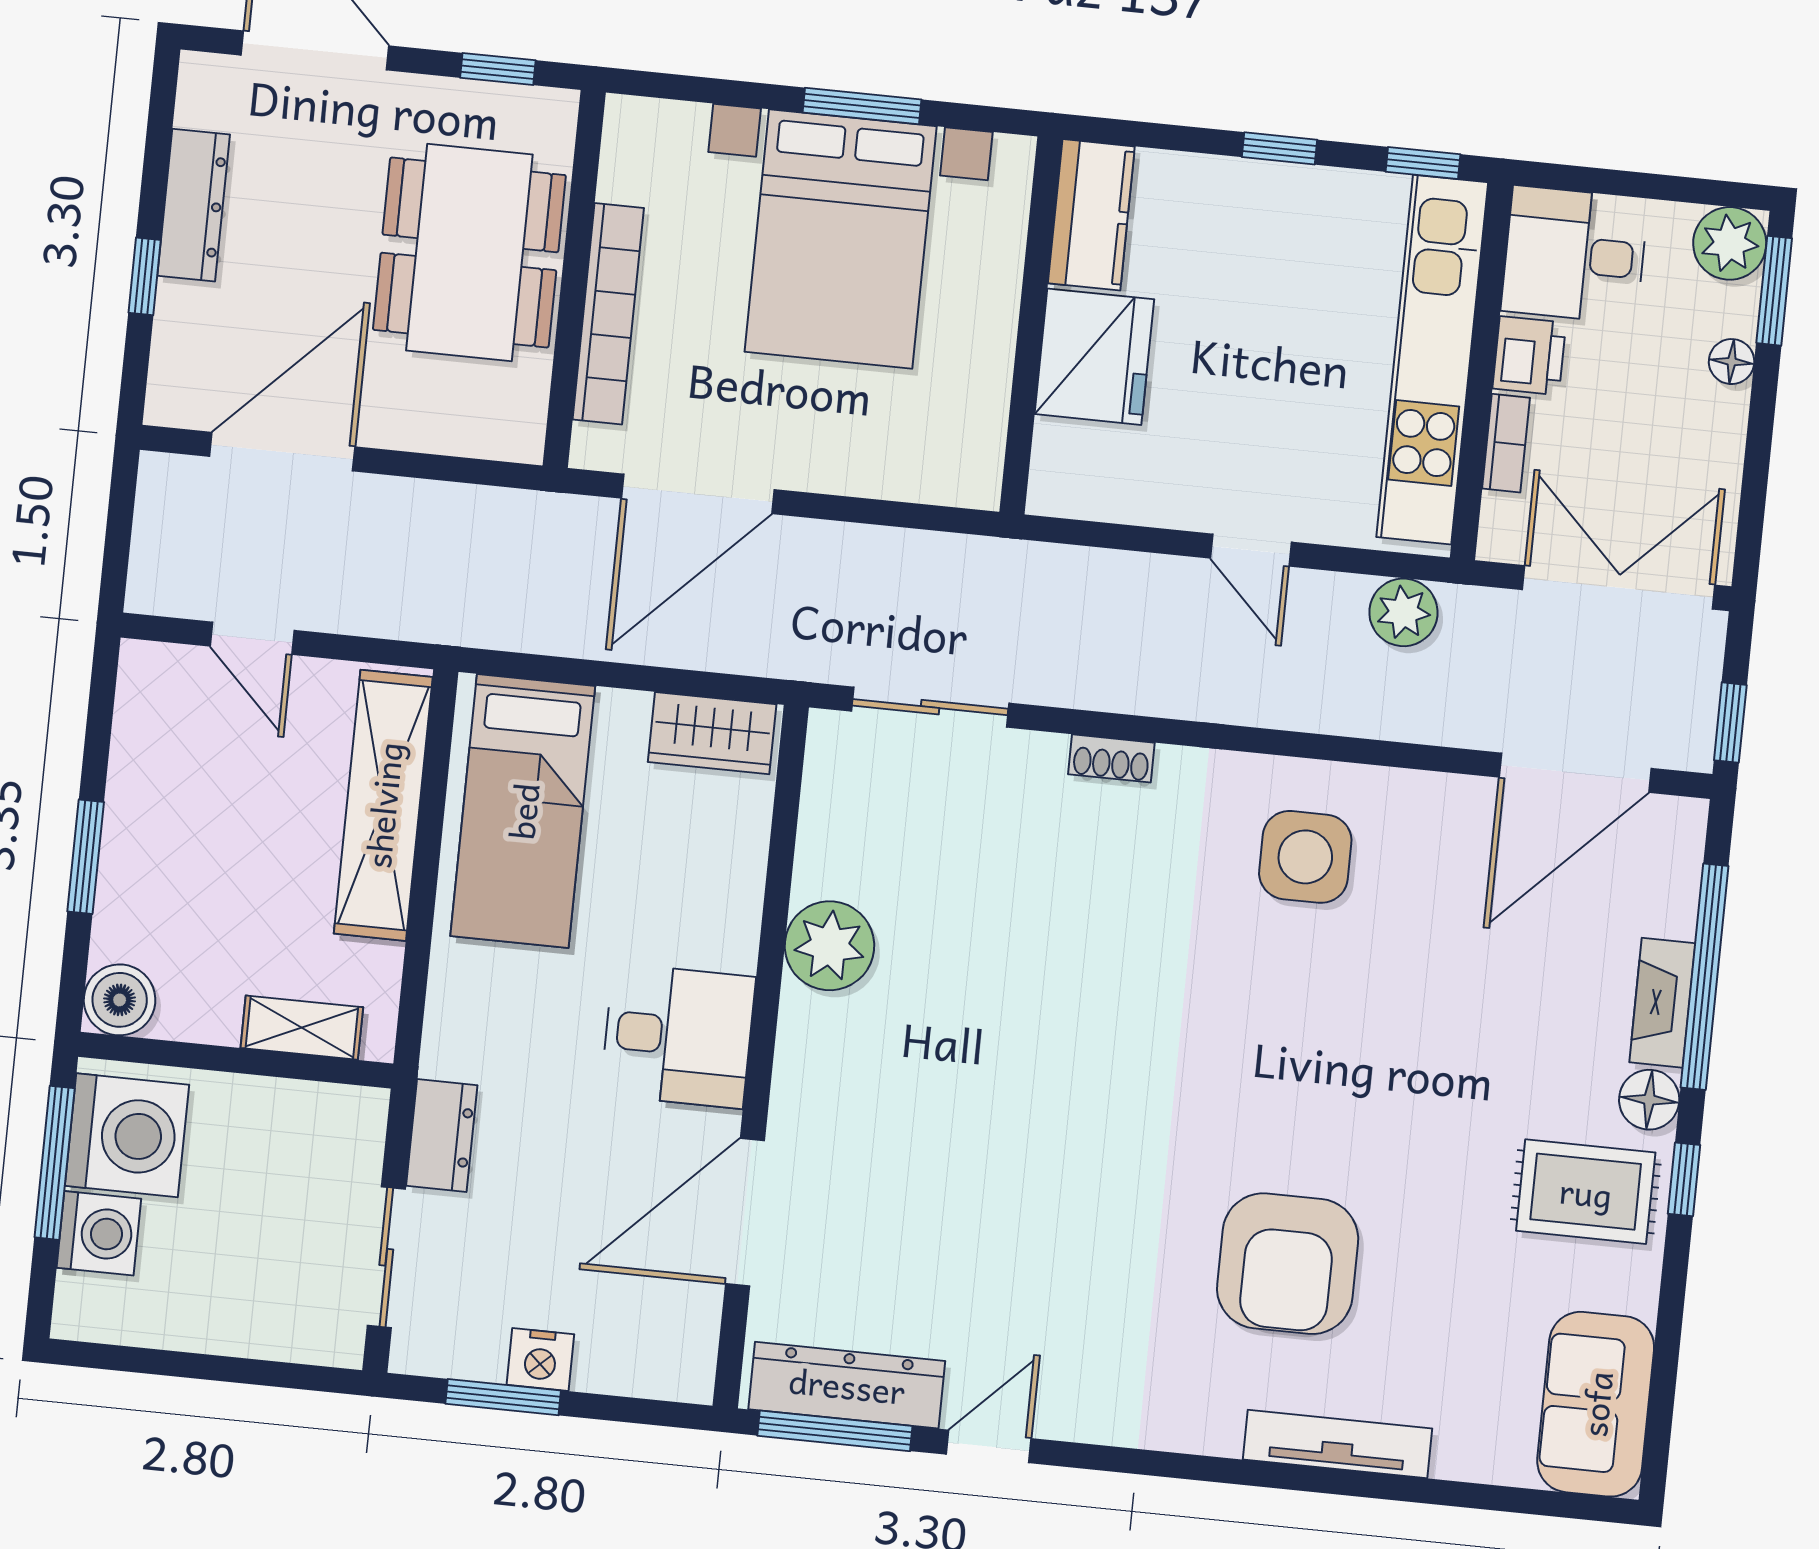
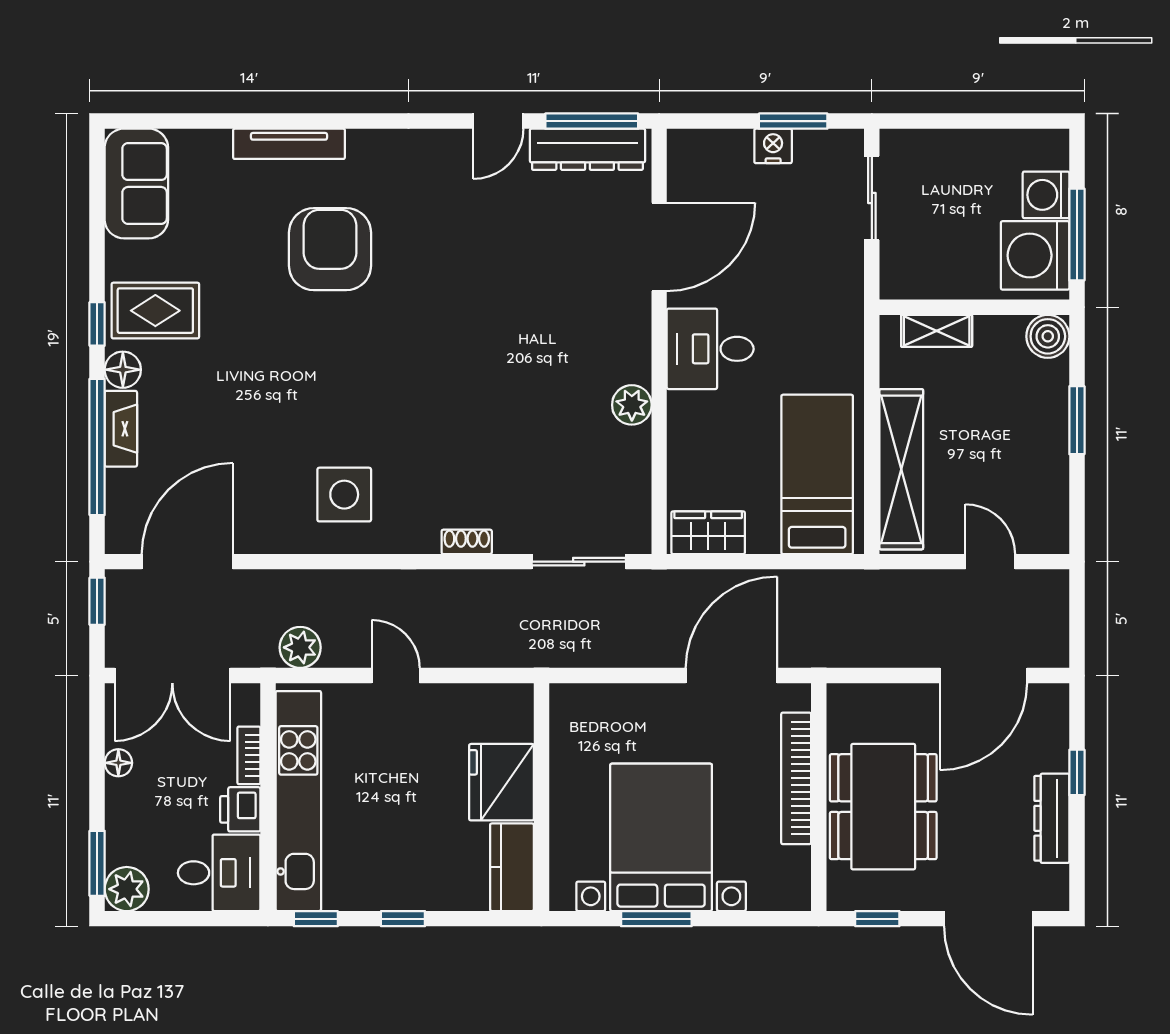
floor lamp: (1732, 362) -> (118, 763), moved
plant: (830, 946) -> (632, 405), width x0.73, depth x0.73
dresser: (442, 1136) -> (846, 274), removed

